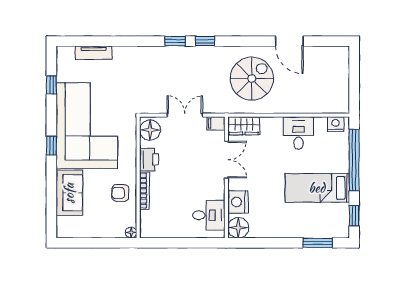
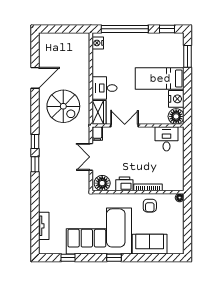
spiral stairs: (252, 79) -> (63, 106), turned 180
desk: (299, 133) -> (104, 88), moved
bed: (317, 188) -> (160, 79), moved, turned 90
nightstand: (238, 202) -> (176, 99), moved, turned -90

